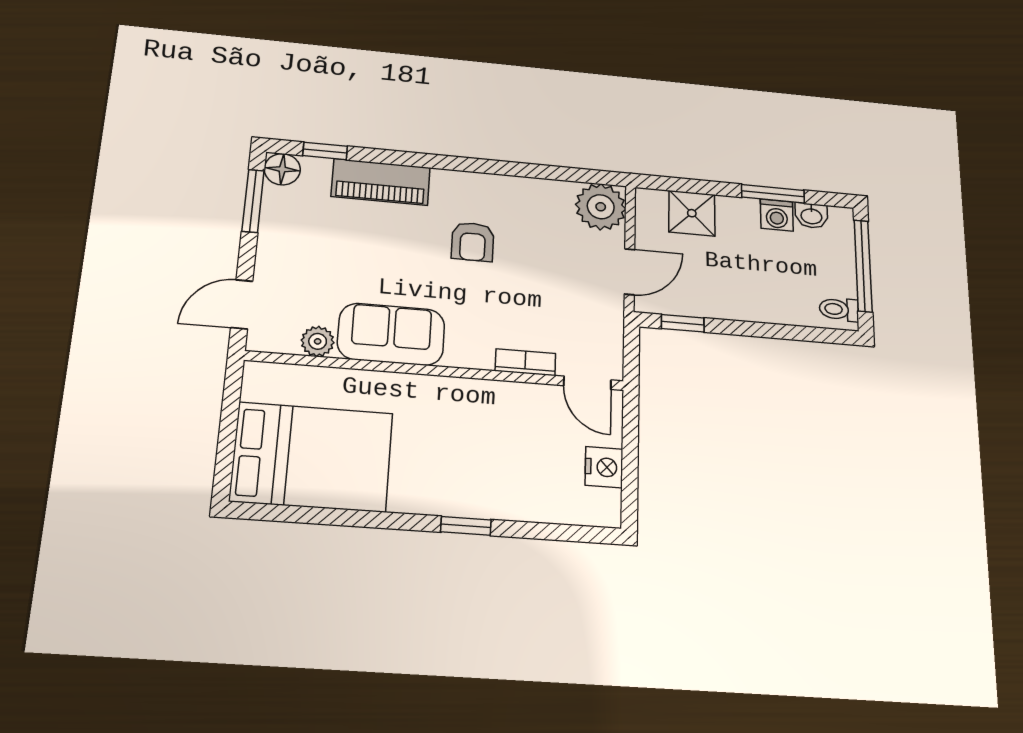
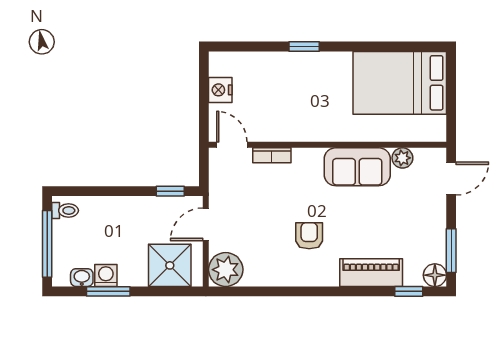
shower: (692, 213) -> (170, 265), width x1.36, depth x1.36

